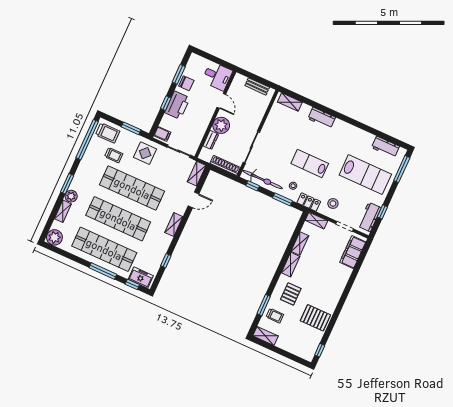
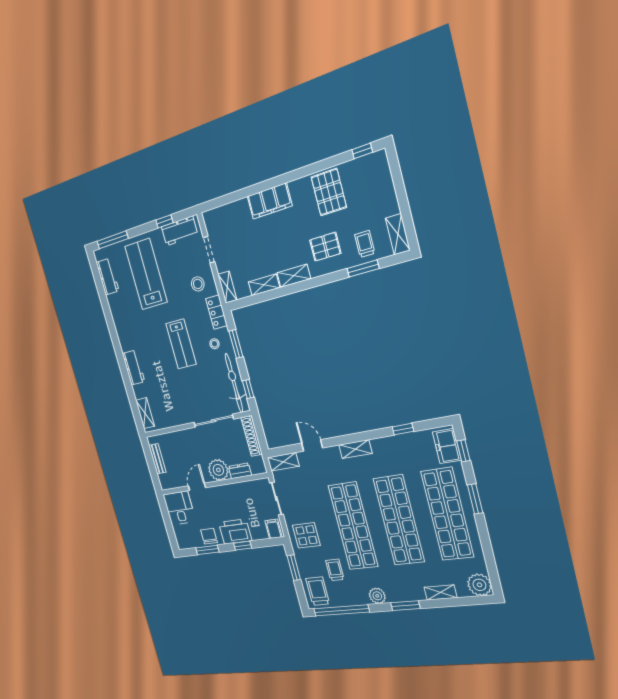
plant: (71, 196) -> (377, 596), moved
filing cabinet: (353, 252) -> (270, 201), moved
window: (103, 271) -> (475, 499), width x0.69

